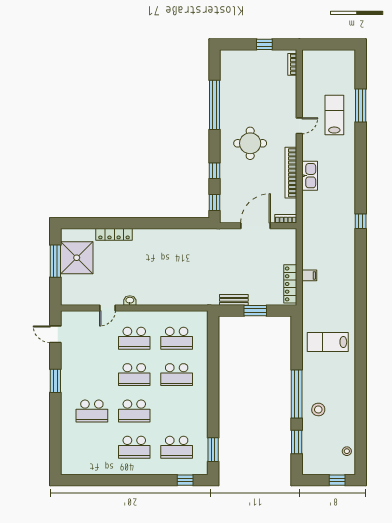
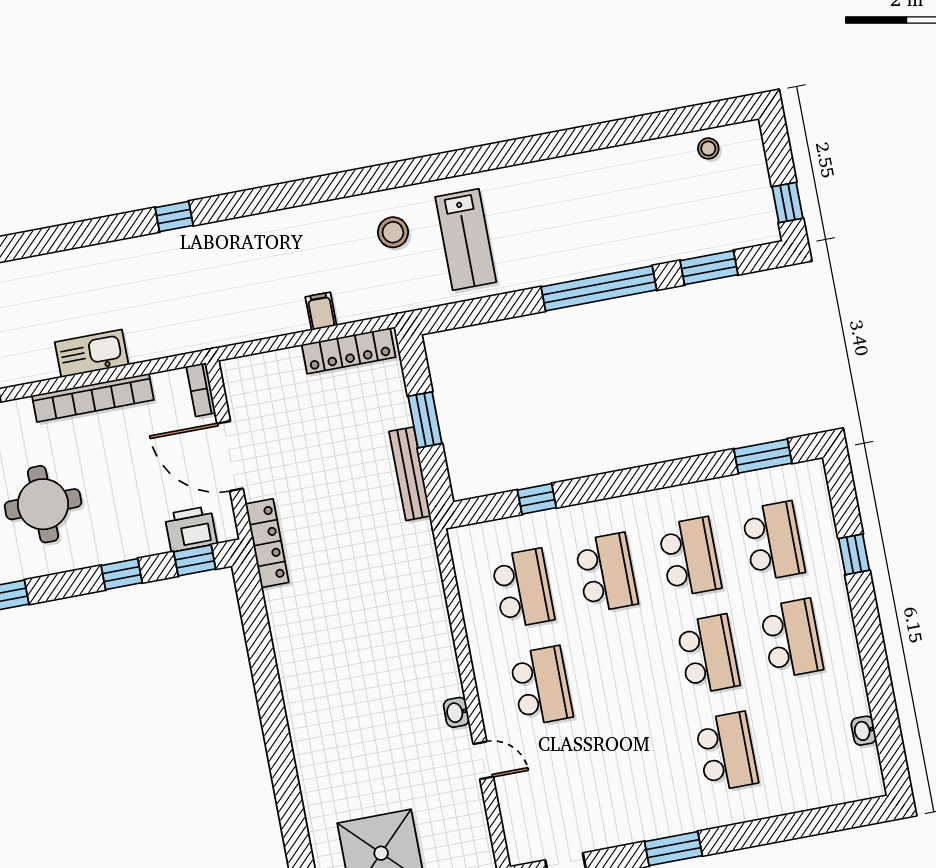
printer: (228, 203) -> (191, 529), added
locker: (114, 234) -> (267, 543), moved
bench: (234, 300) -> (410, 474), width x1.36
window: (213, 351) -> (537, 499), added
school desk: (134, 375) -> (690, 557), moved
stool: (318, 409) -> (393, 232), moved
washbasin: (90, 470) -> (864, 731), added
window: (185, 480) -> (854, 554), moved
window: (337, 480) -> (788, 203), moved

